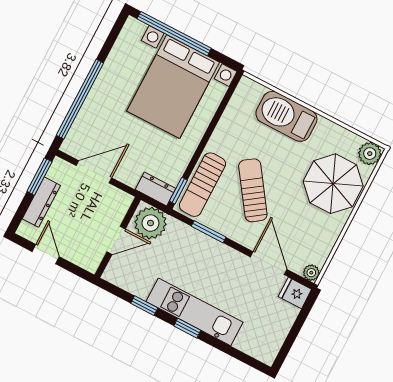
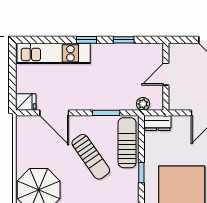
window: (178, 191) -> (141, 173), moved
plant: (150, 223) -> (143, 104), width x0.53, depth x0.53
plant: (311, 273) -> (22, 122), removed
kitchen unit: (195, 312) -> (54, 53), moved

